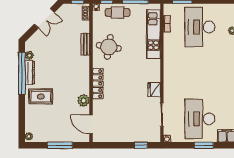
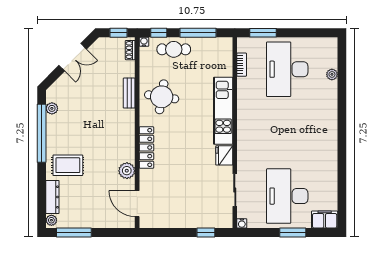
kitchen unit: (153, 34) -> (223, 111), moved
dresser: (30, 73) -> (52, 197), moved
window: (60, 145) -> (74, 232), moved

